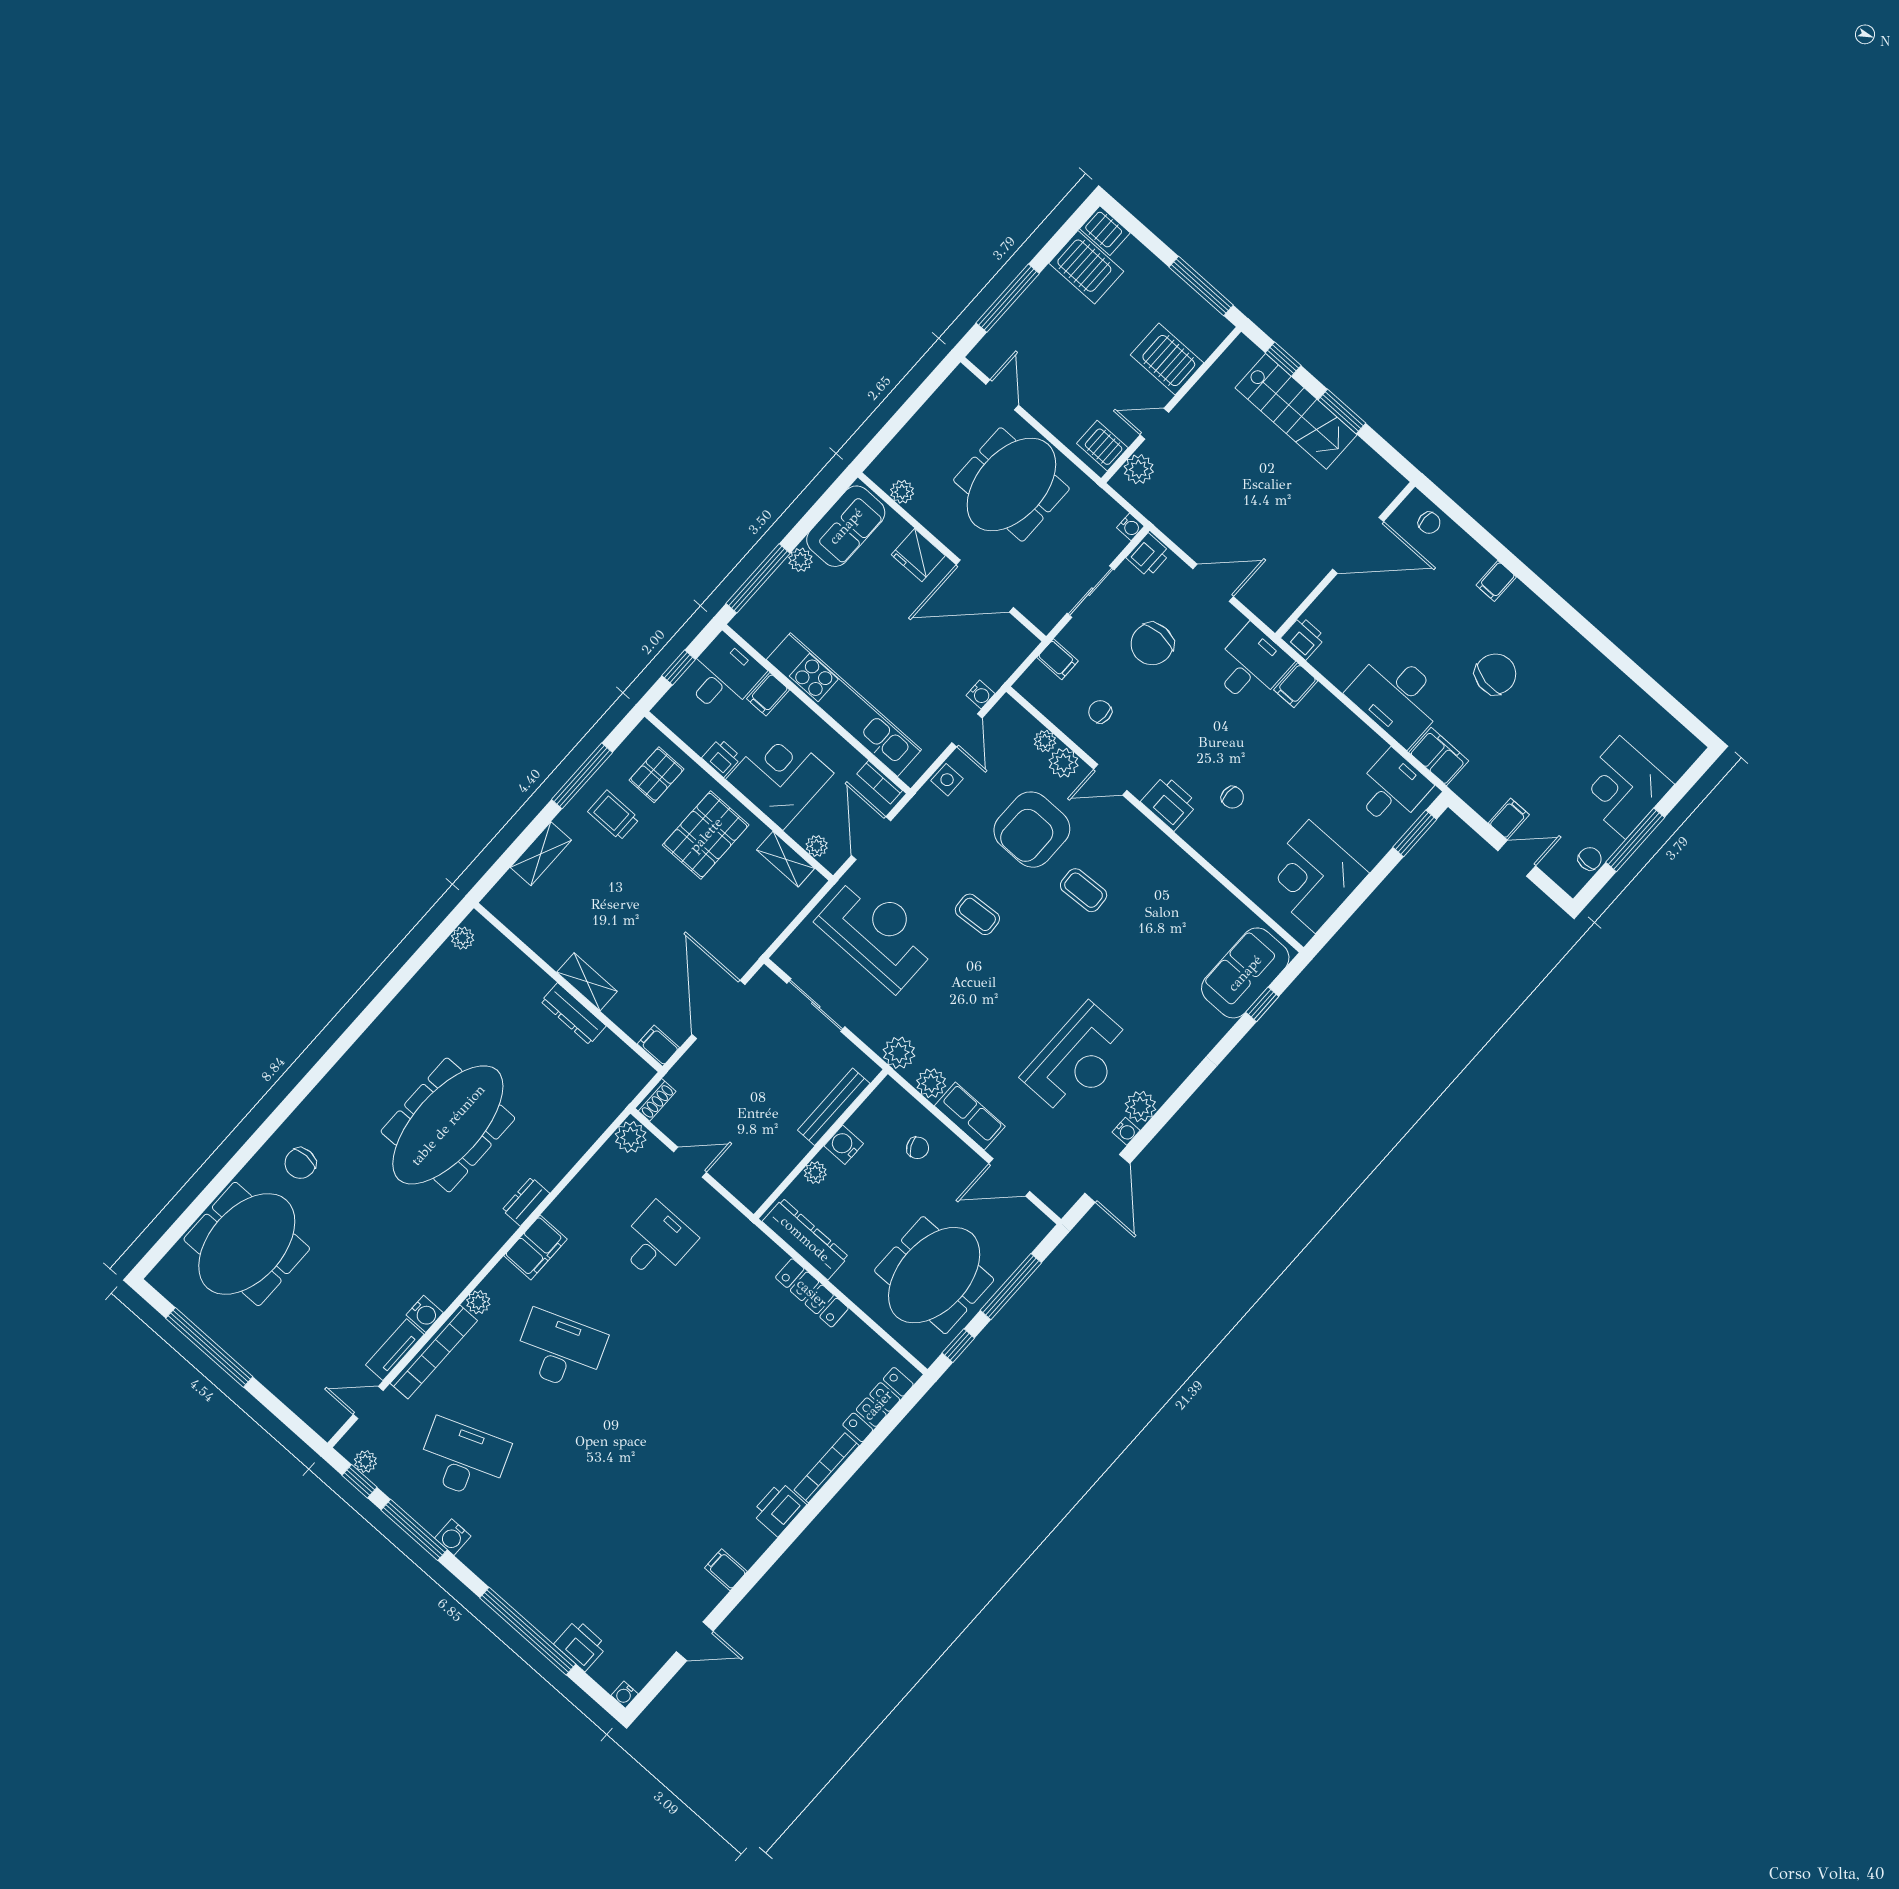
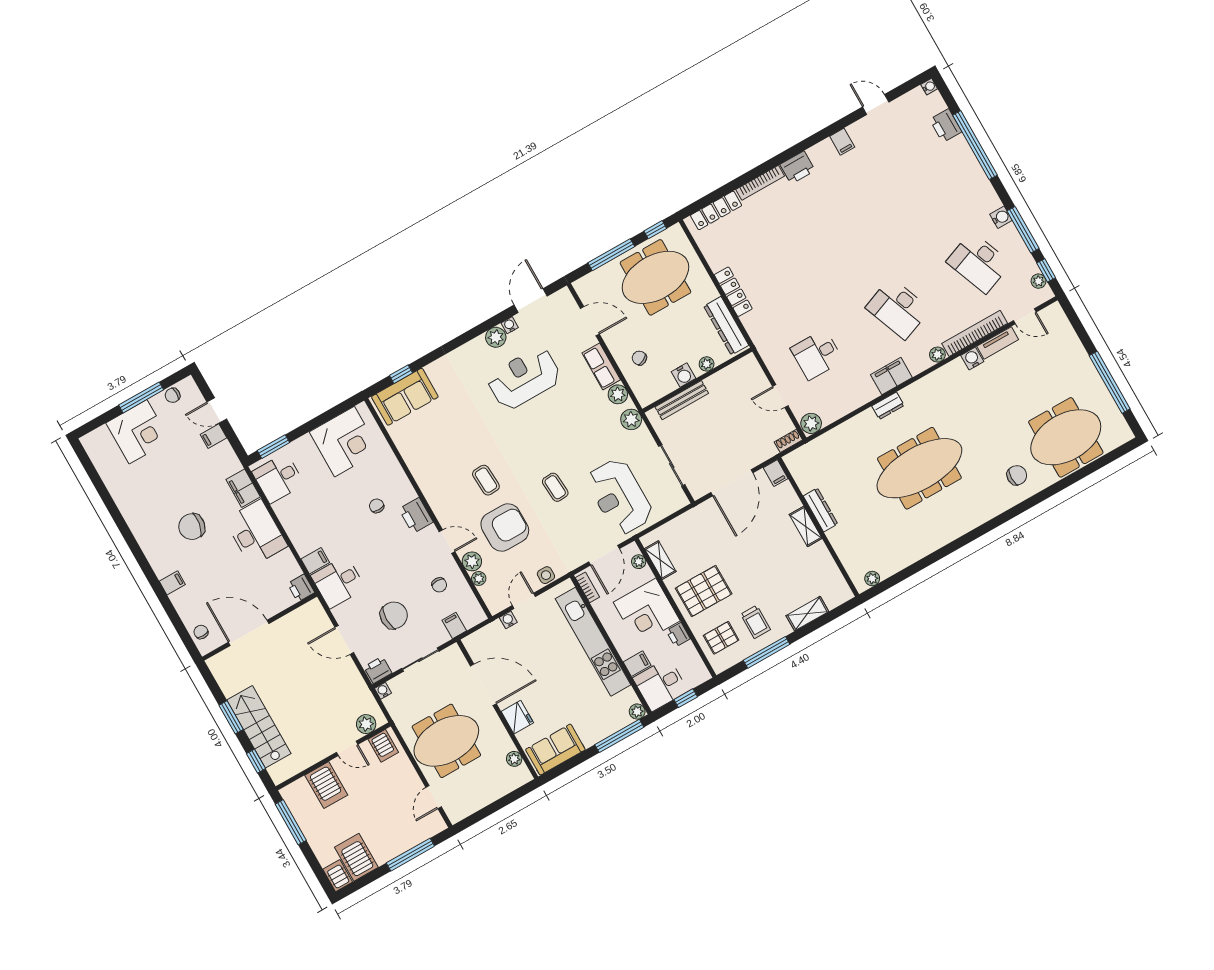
plant: (800, 560) -> (637, 712), moved

